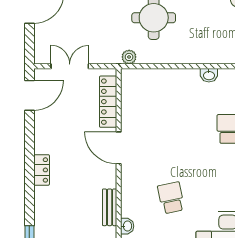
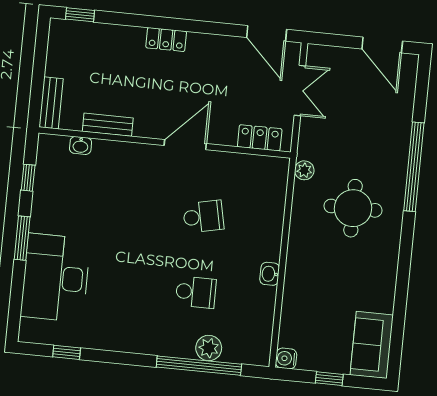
locker: (108, 102) -> (260, 138), width x0.66
school desk: (171, 198) -> (203, 217), moved

